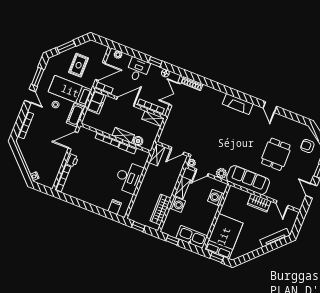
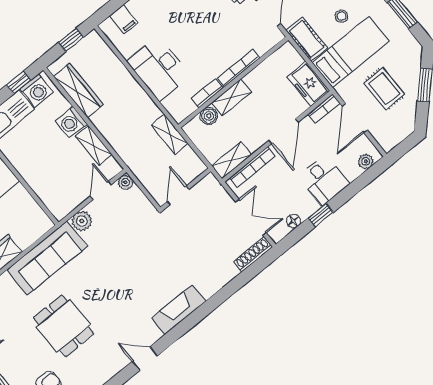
wall: (172, 149) -> (186, 189), moved
door: (177, 151) -> (178, 195), moved
washing machine: (216, 198) -> (37, 90), moved, turned 90

